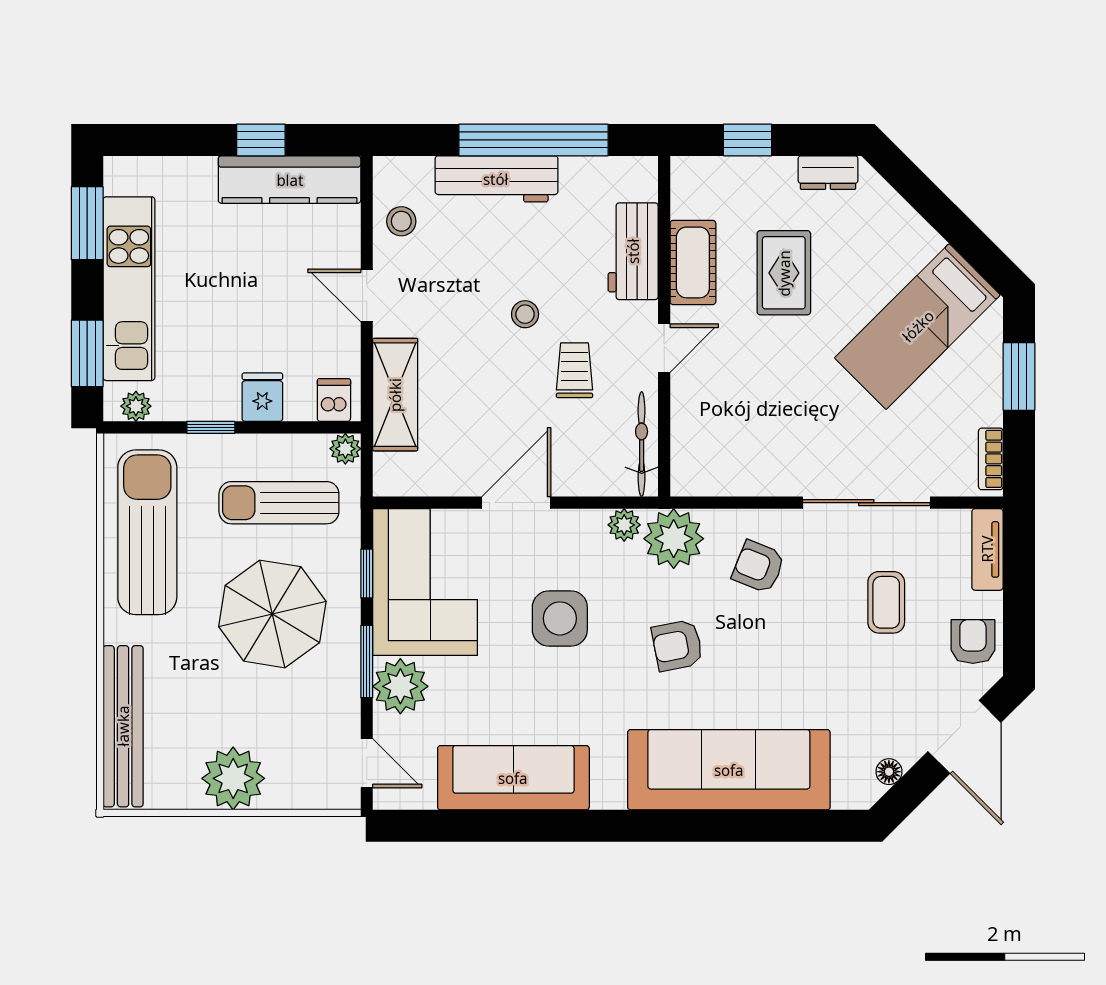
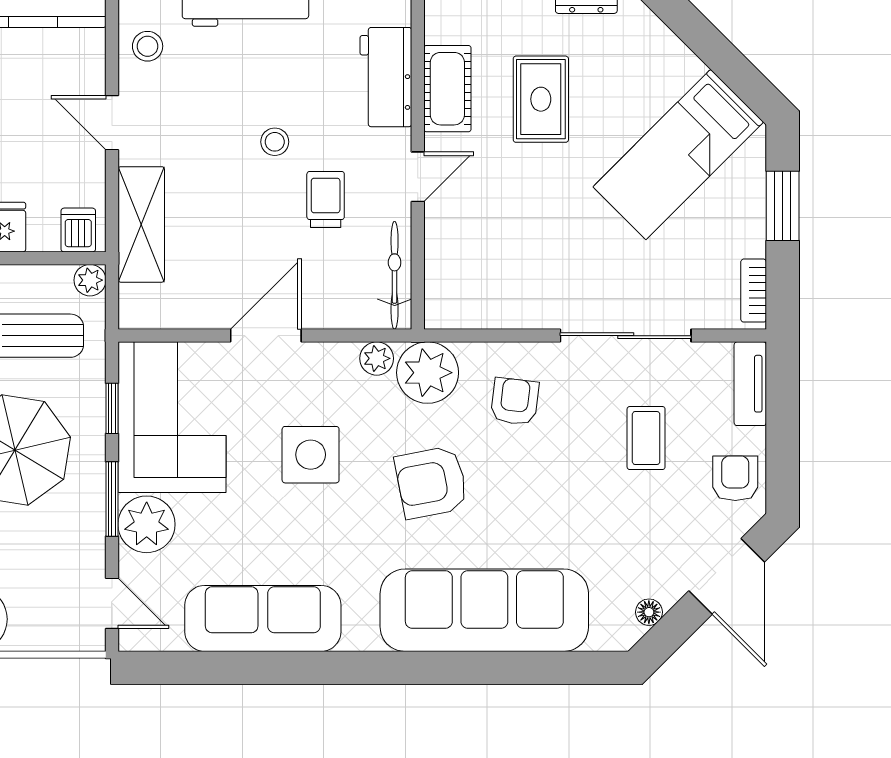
armchair: (758, 567) -> (515, 401), turned 75
armchair: (677, 645) -> (431, 482), width x1.38, depth x1.38

